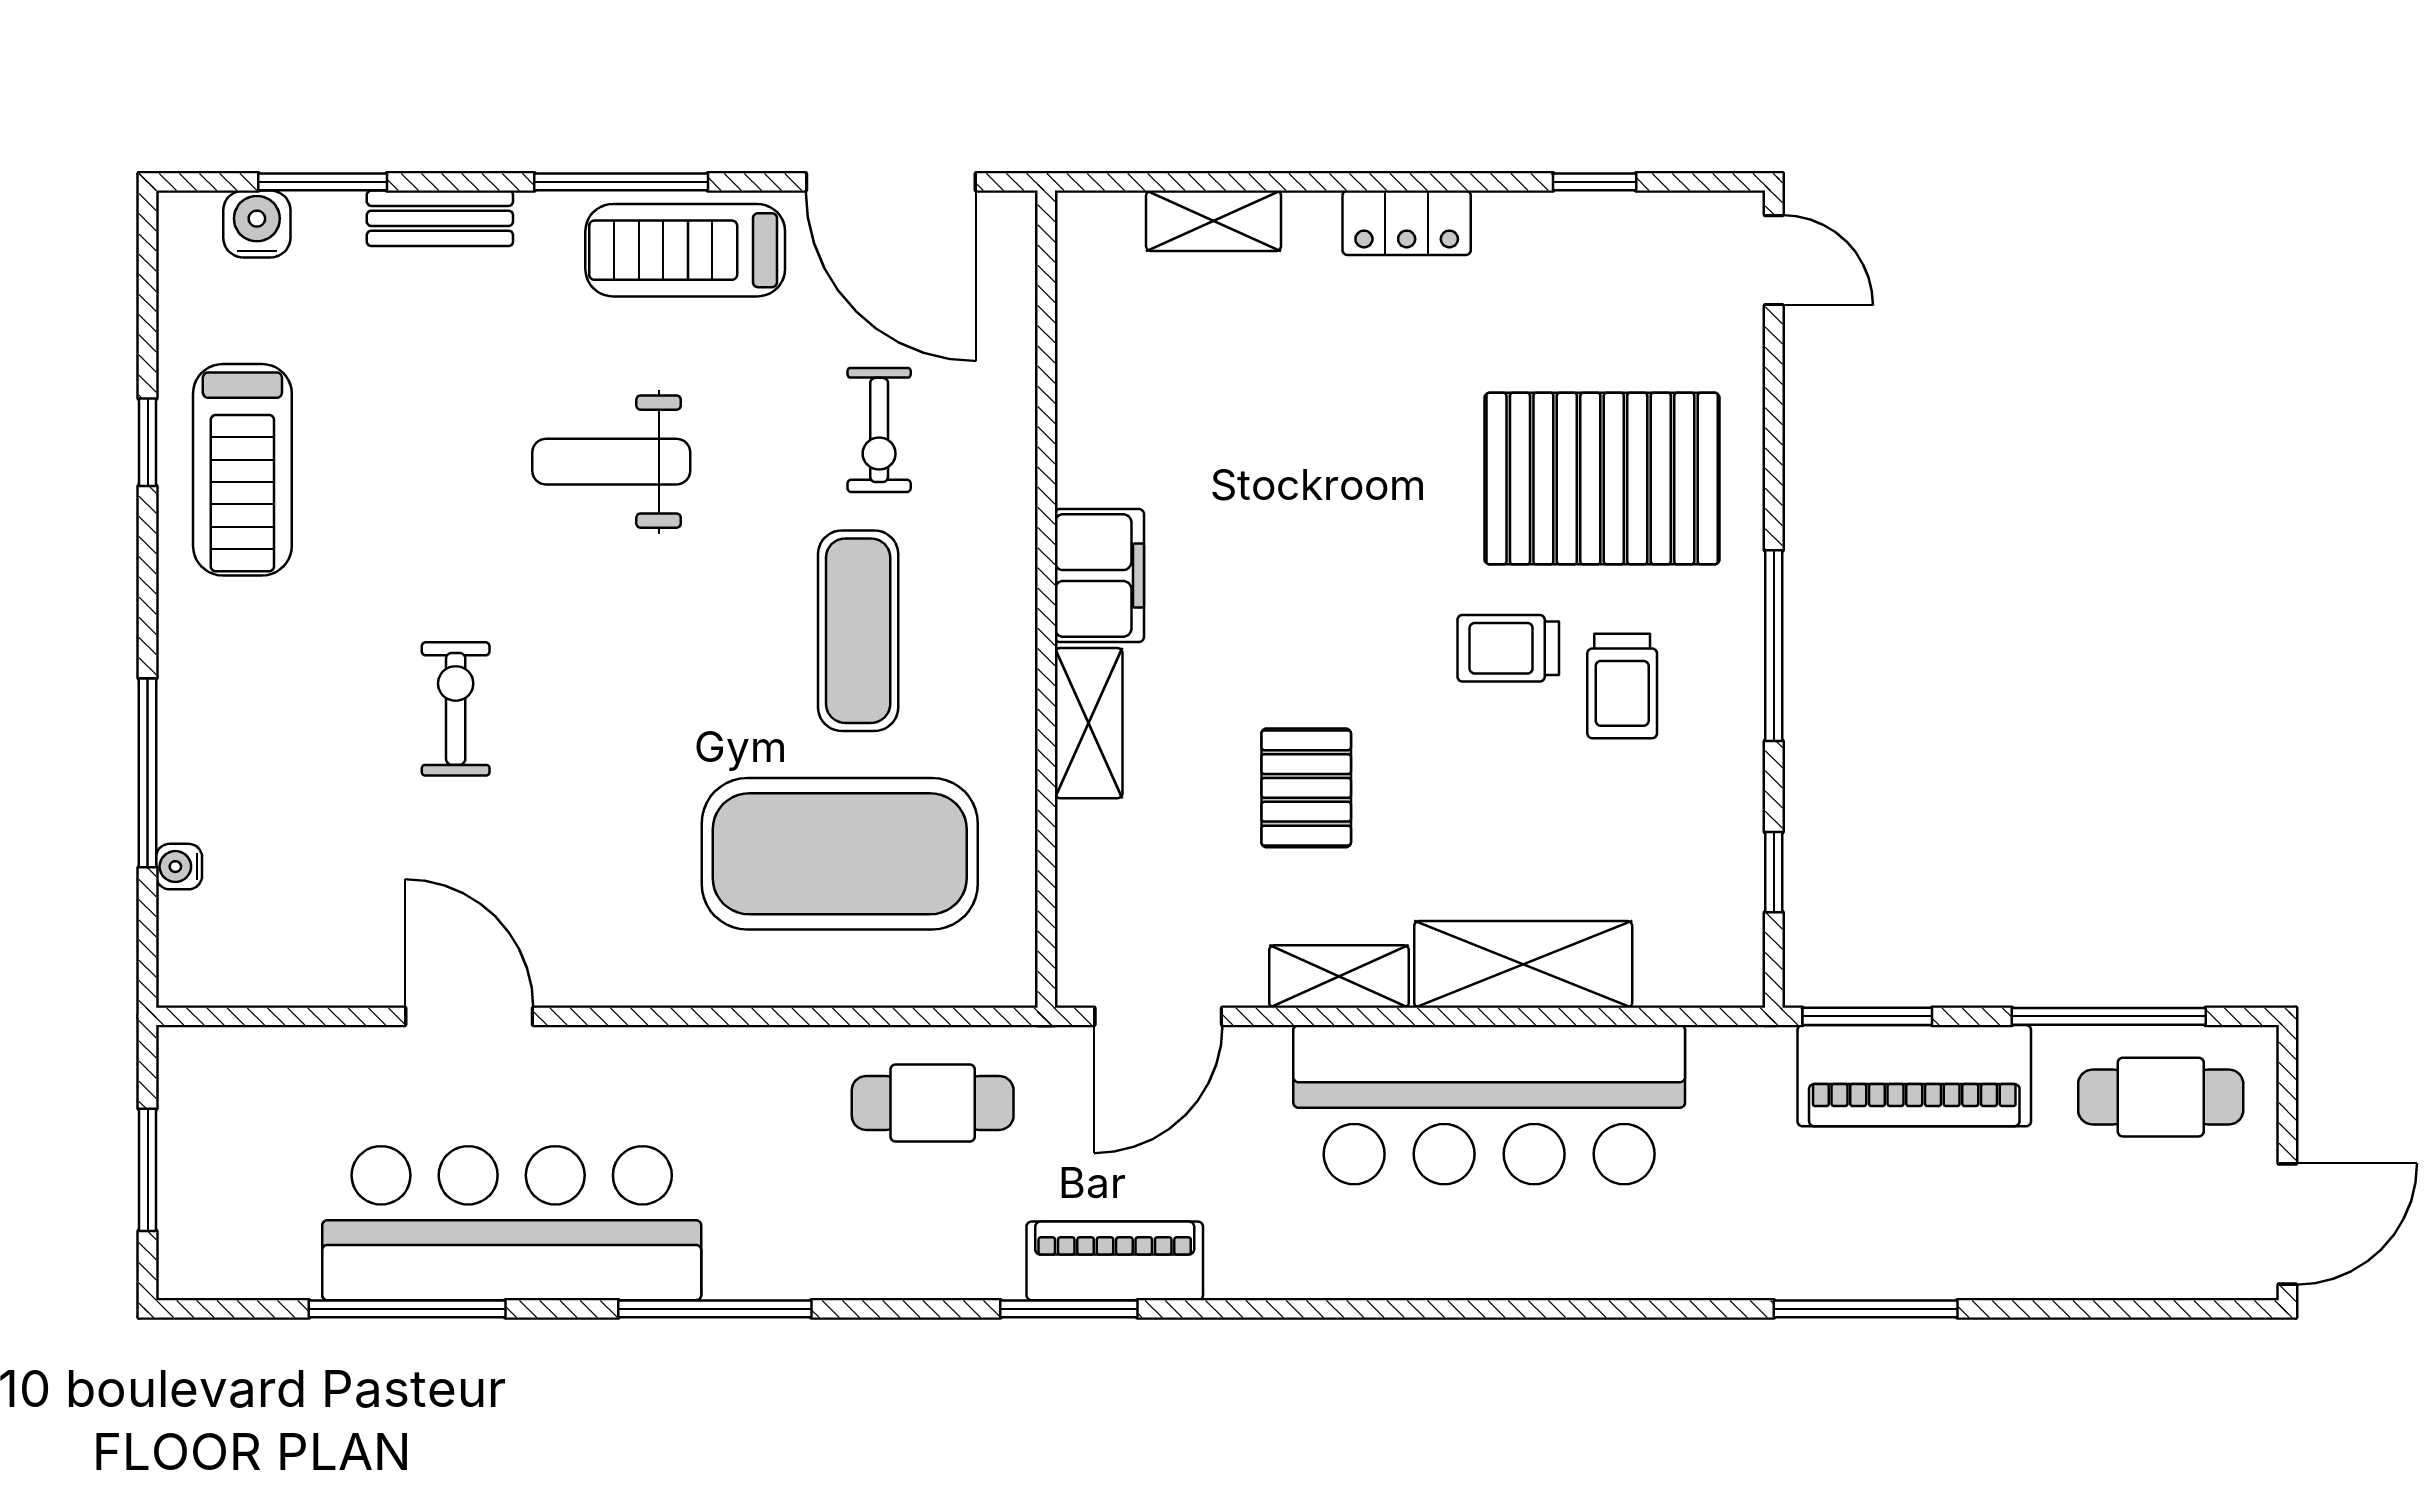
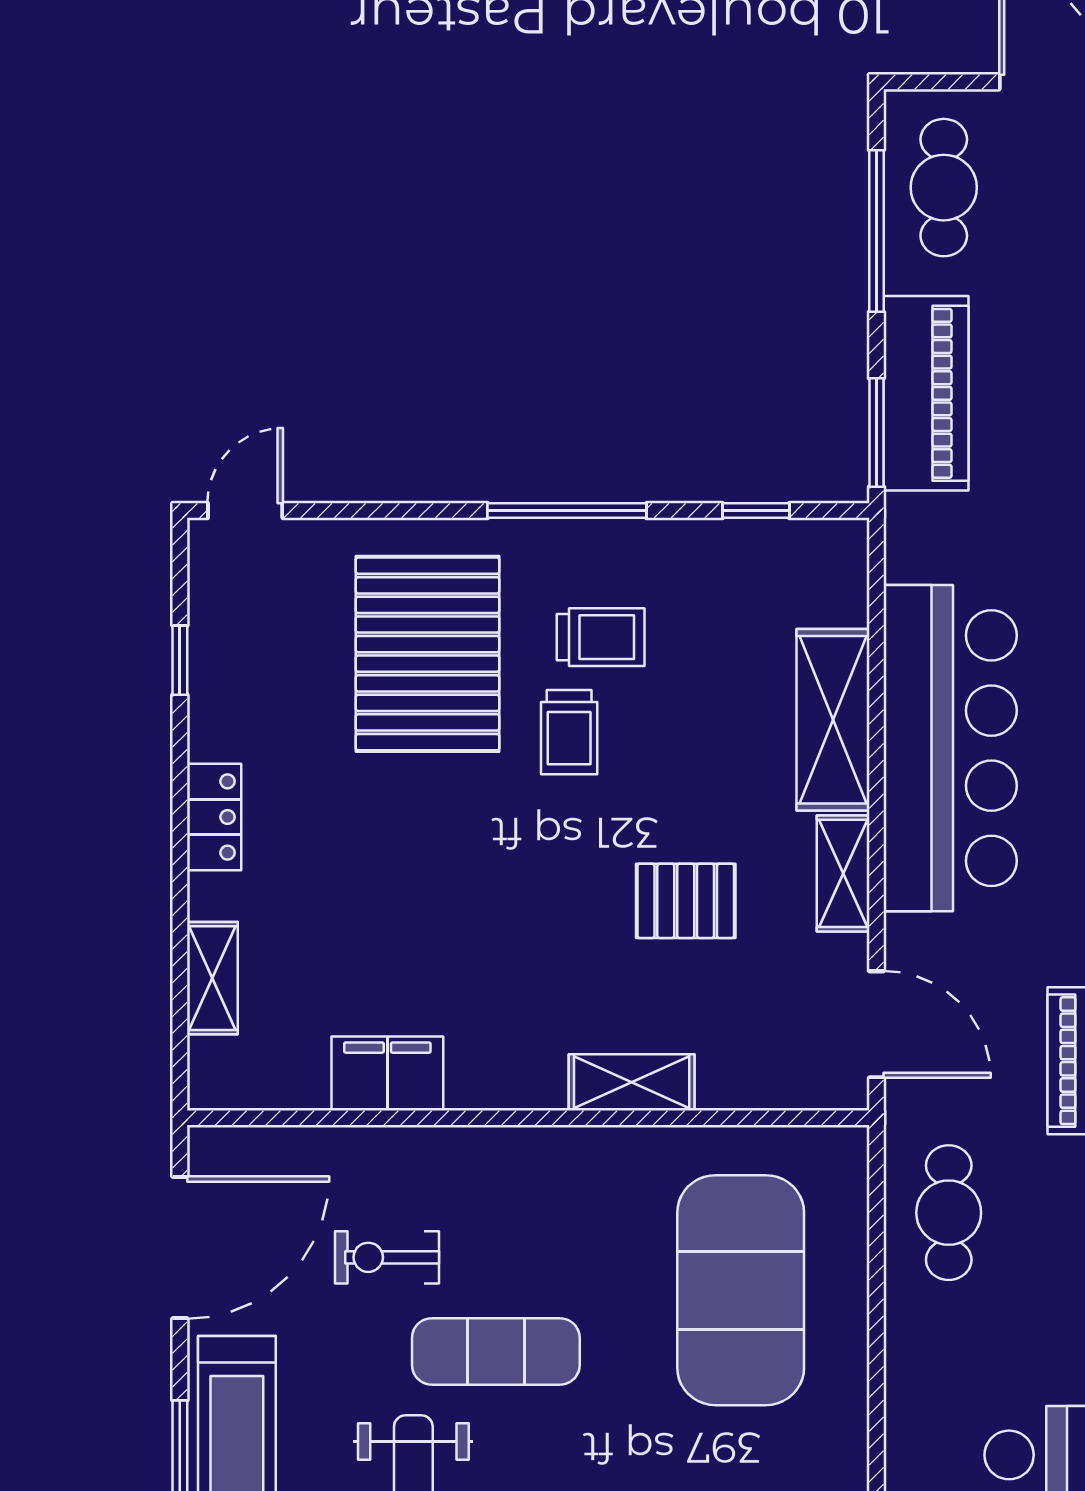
exercise bike: (879, 430) -> (387, 1257), turned 180
filing cabinet: (1099, 576) -> (387, 1074), moved
exercise mat: (858, 631) -> (496, 1351), moved

